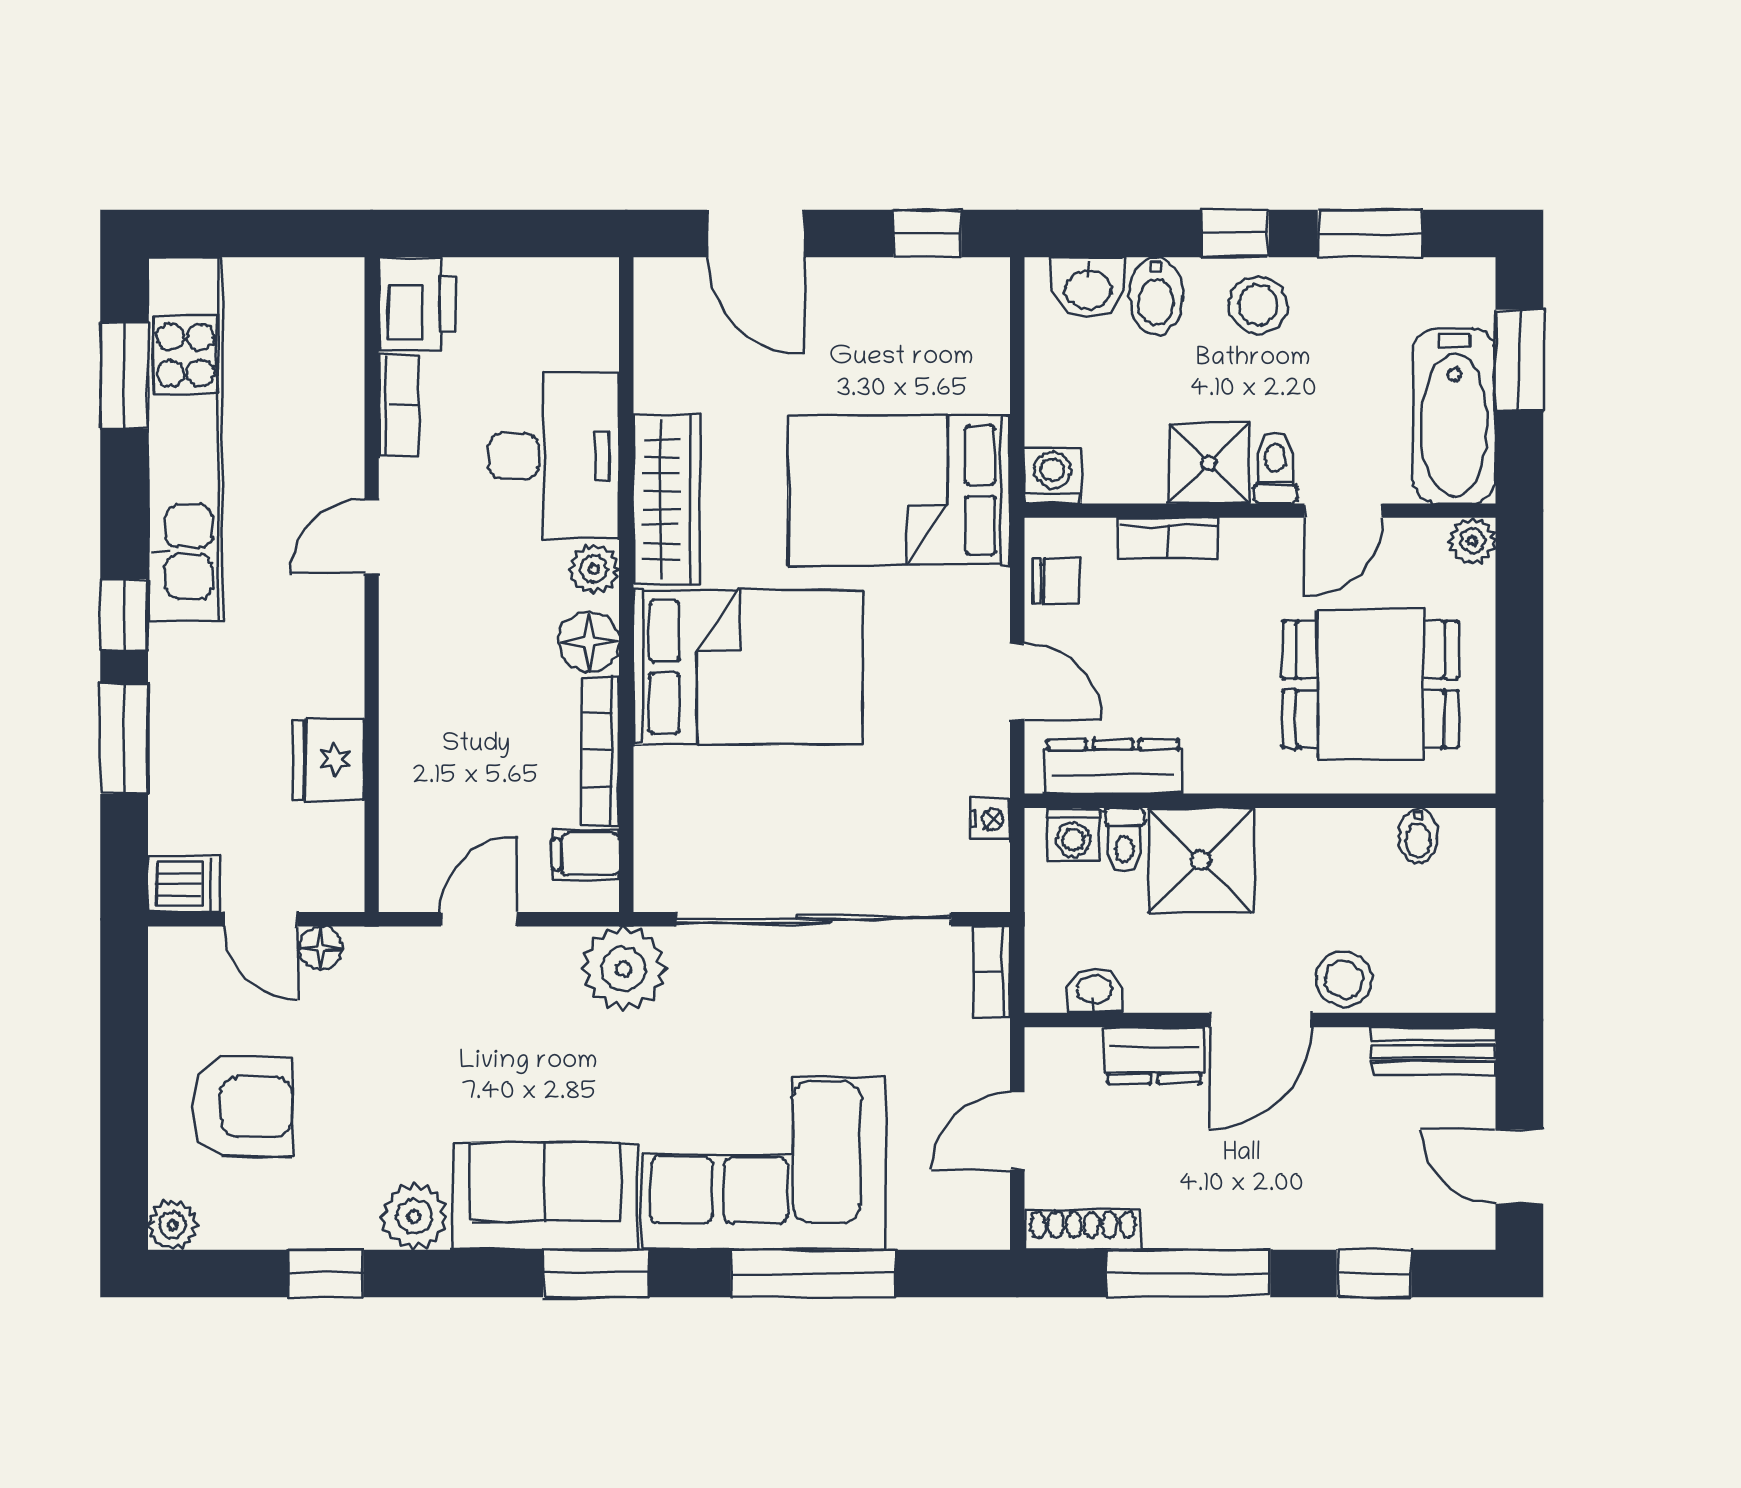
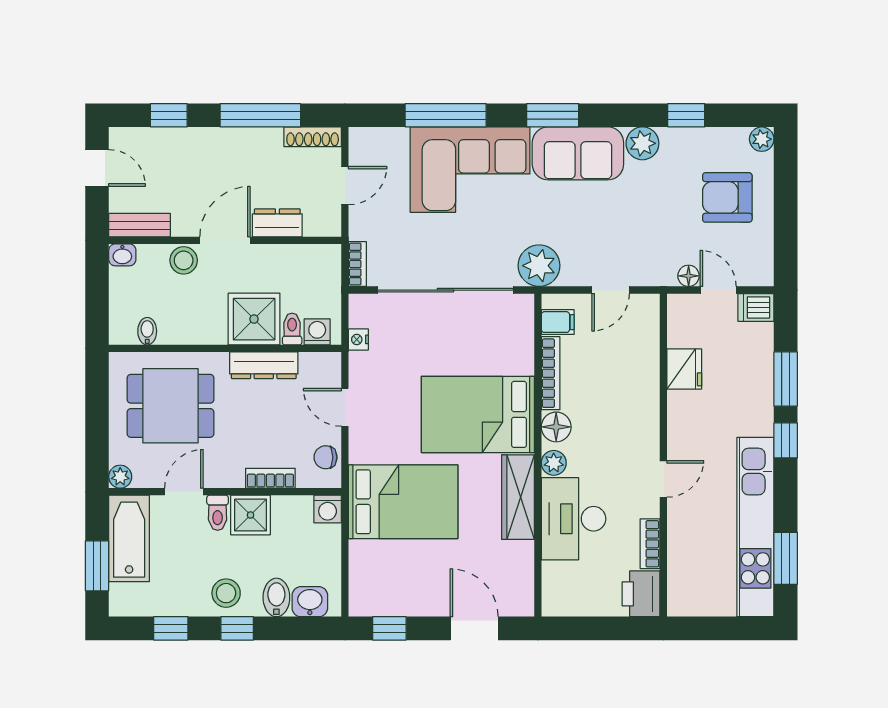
window: (1370, 233) -> (171, 628), width x0.67
dresser: (1113, 767) -> (264, 365), moved
washbasin: (1095, 991) -> (122, 255), moved

